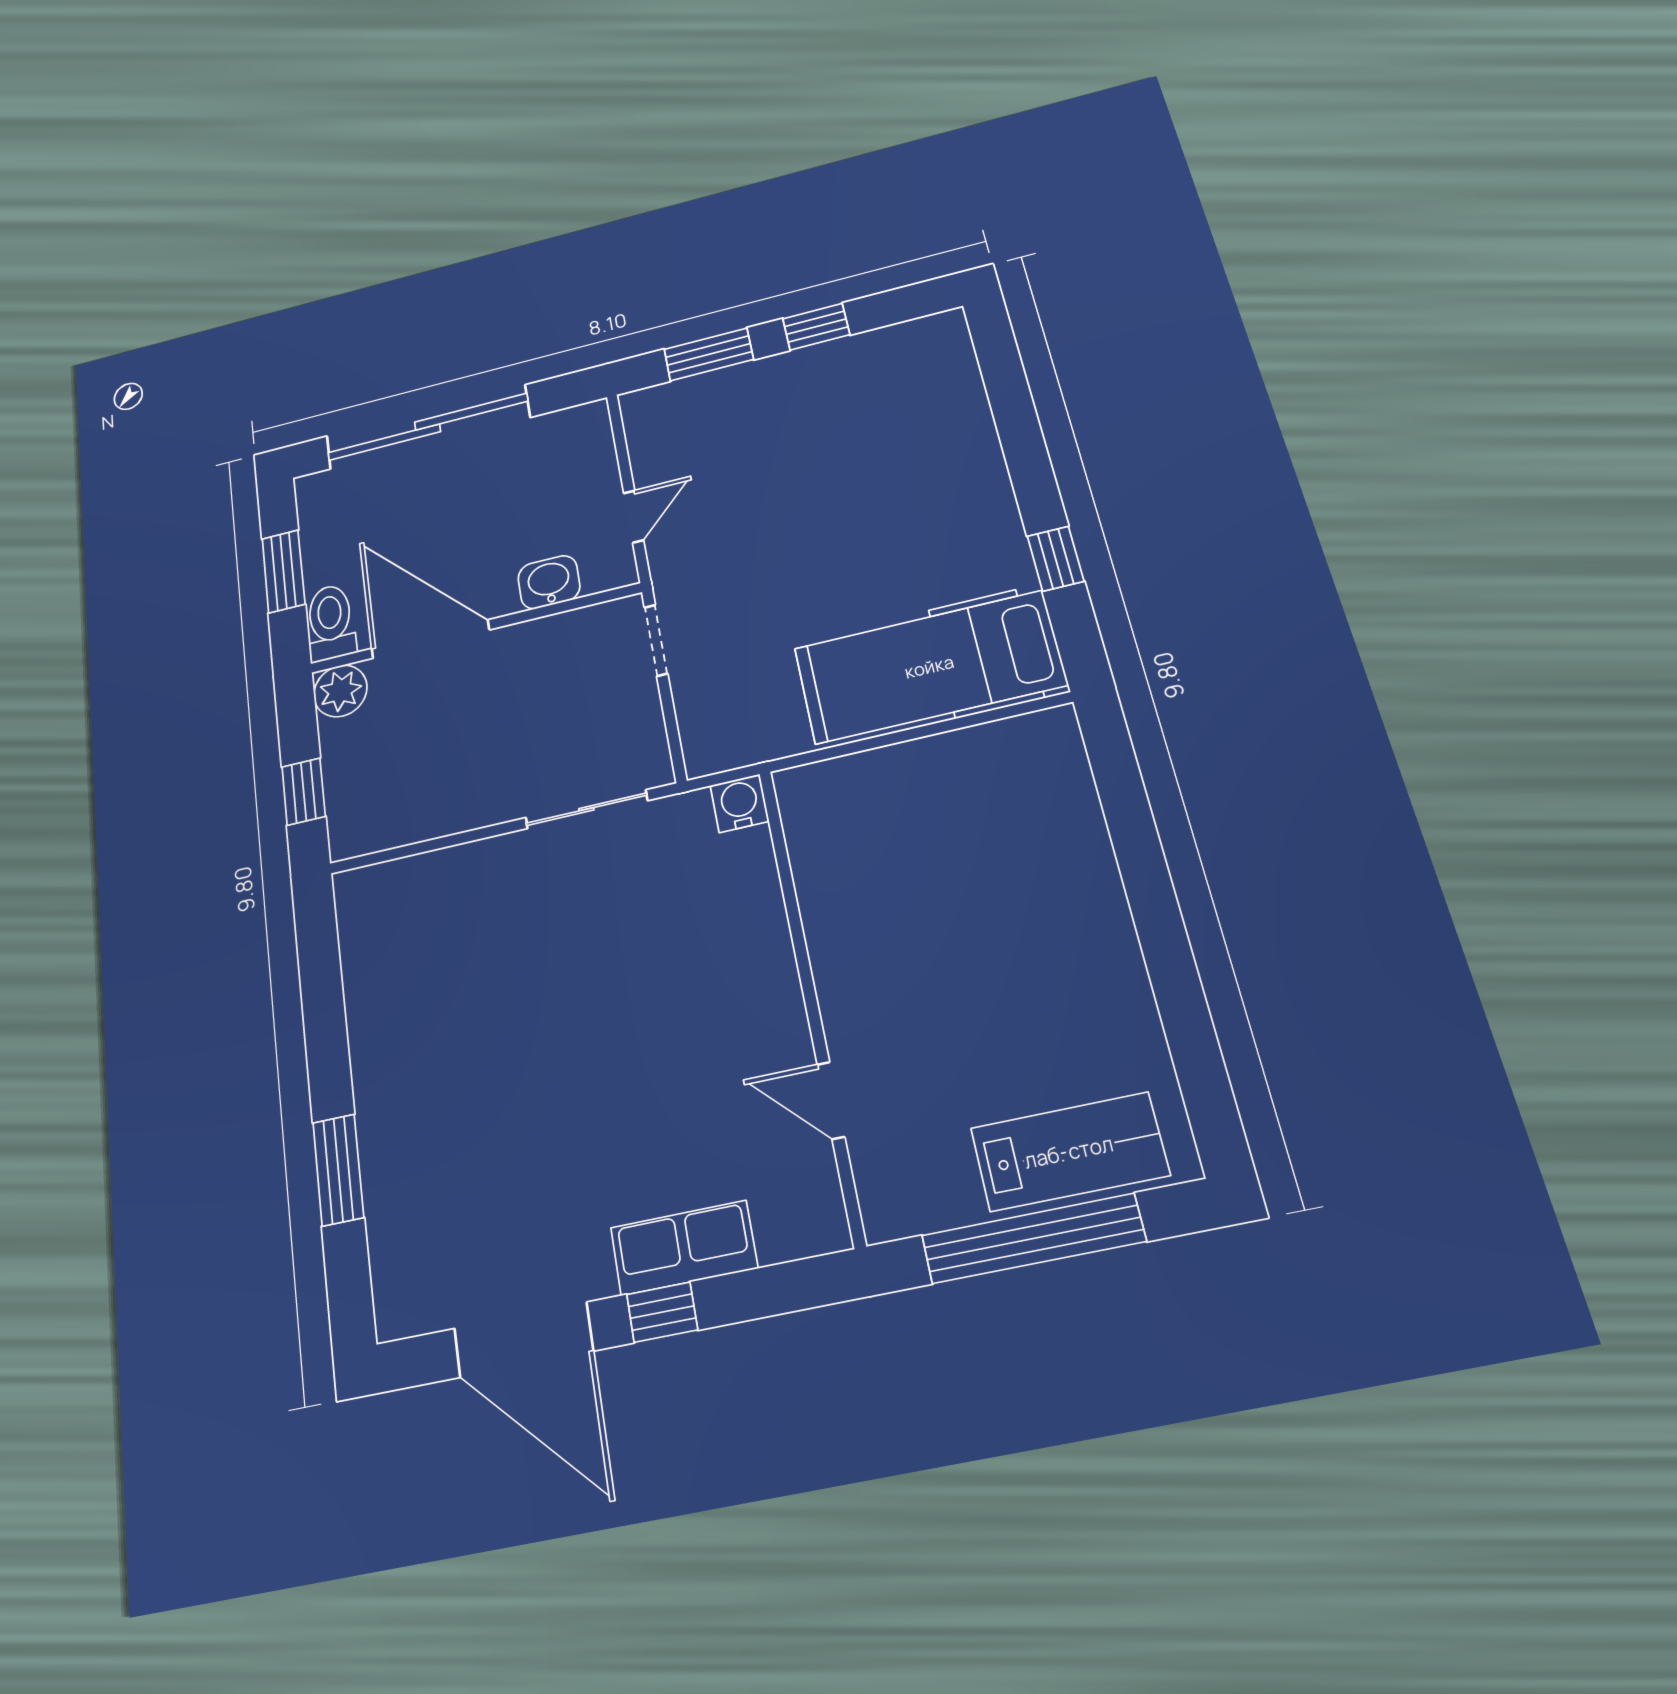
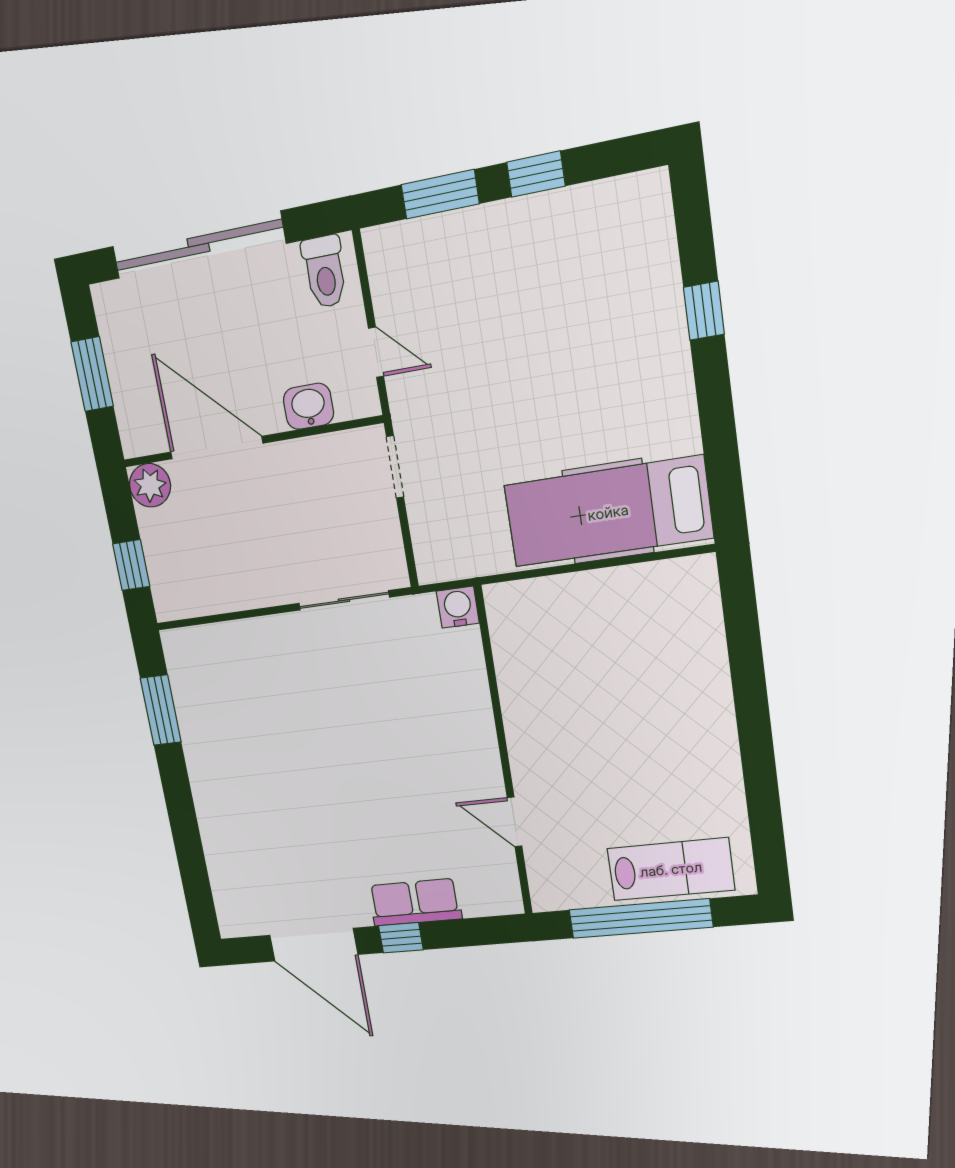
door: (634, 517) -> (376, 352), hinge flipped
window: (1056, 559) -> (704, 311), moved
toilet: (330, 622) -> (325, 272), moved, turned 180
window: (338, 1170) -> (161, 710), moved

